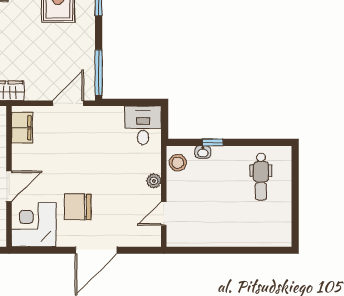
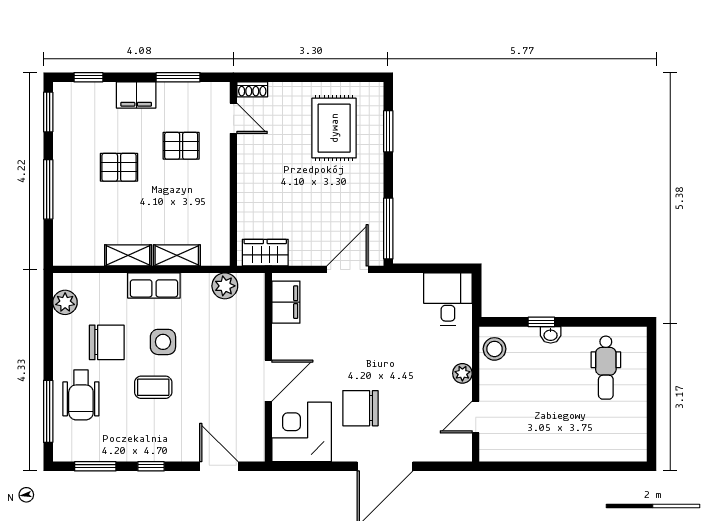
washbasin: (203, 152) -> (551, 335), moved

